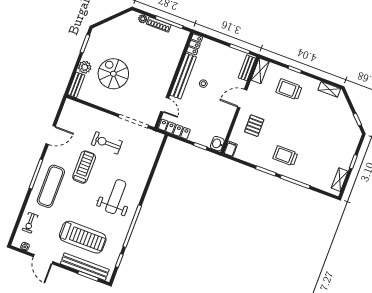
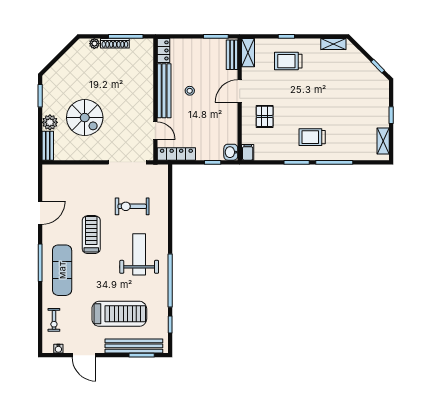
spiral stairs: (113, 74) -> (85, 118), turned 180
exercise bike: (107, 143) -> (132, 206), moved

